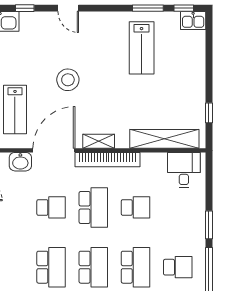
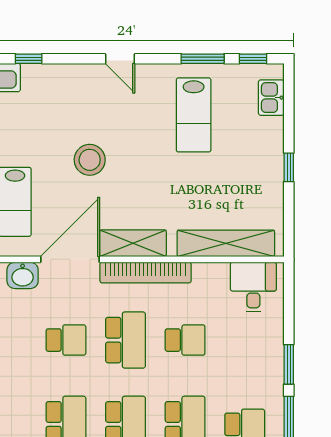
door: (68, 8) -> (120, 59), moved
kitchen sink: (193, 21) -> (271, 98), moved, turned 90
window: (209, 113) -> (289, 167), moved
shelving: (99, 141) -> (133, 243), width x1.50, depth x1.33

